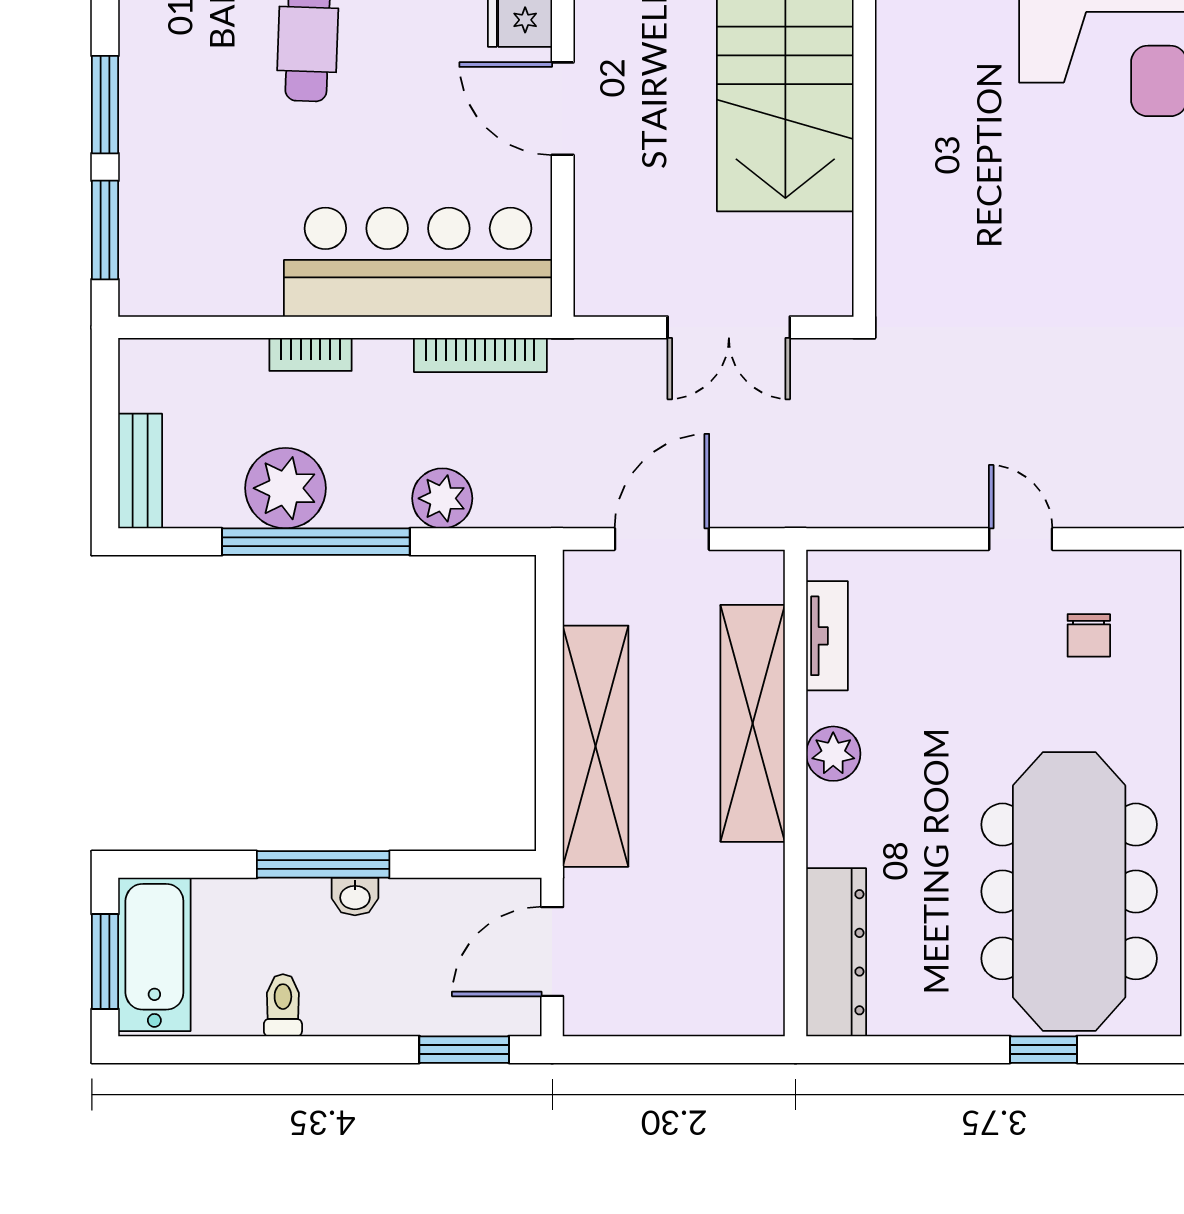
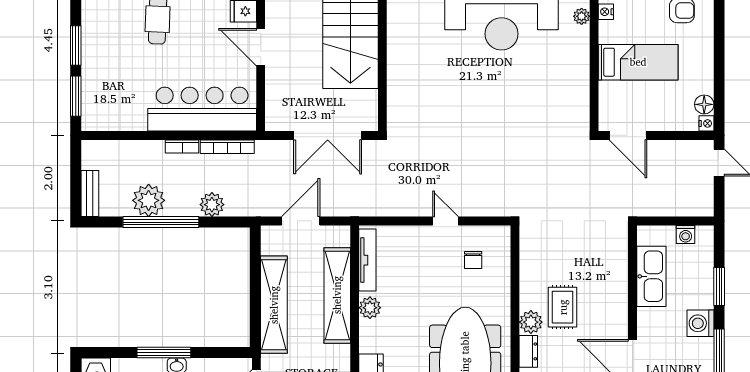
double door: (729, 327) -> (328, 135), width x1.37
bookcase: (311, 354) -> (182, 146), moved
tv unit: (827, 636) -> (367, 260), width x1.41

